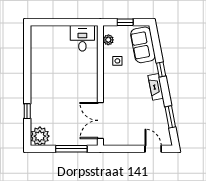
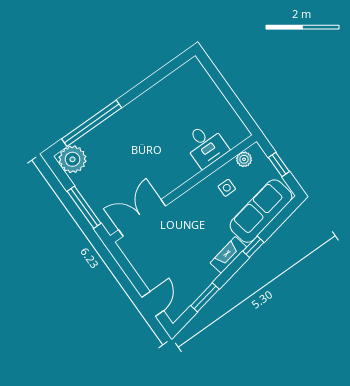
desk: (82, 38) -> (206, 145), moved, turned 90
sofa: (143, 45) -> (261, 211), width x1.36
window: (27, 111) -> (92, 123), width x3.17

